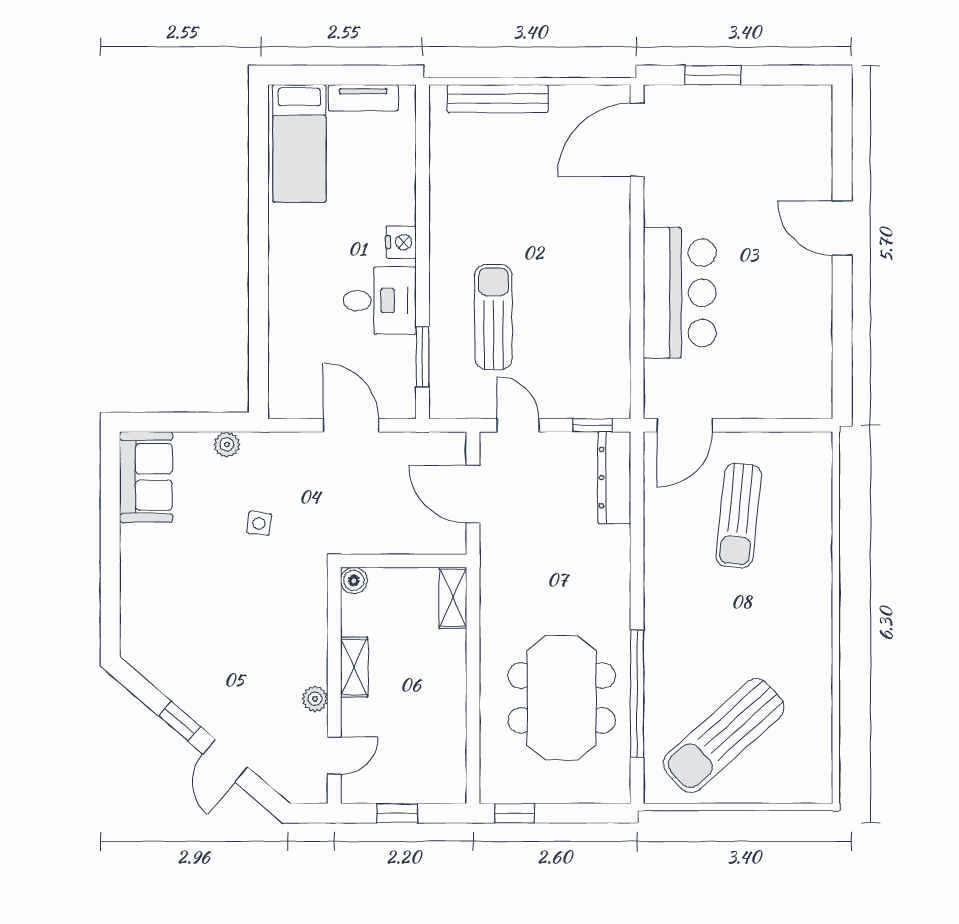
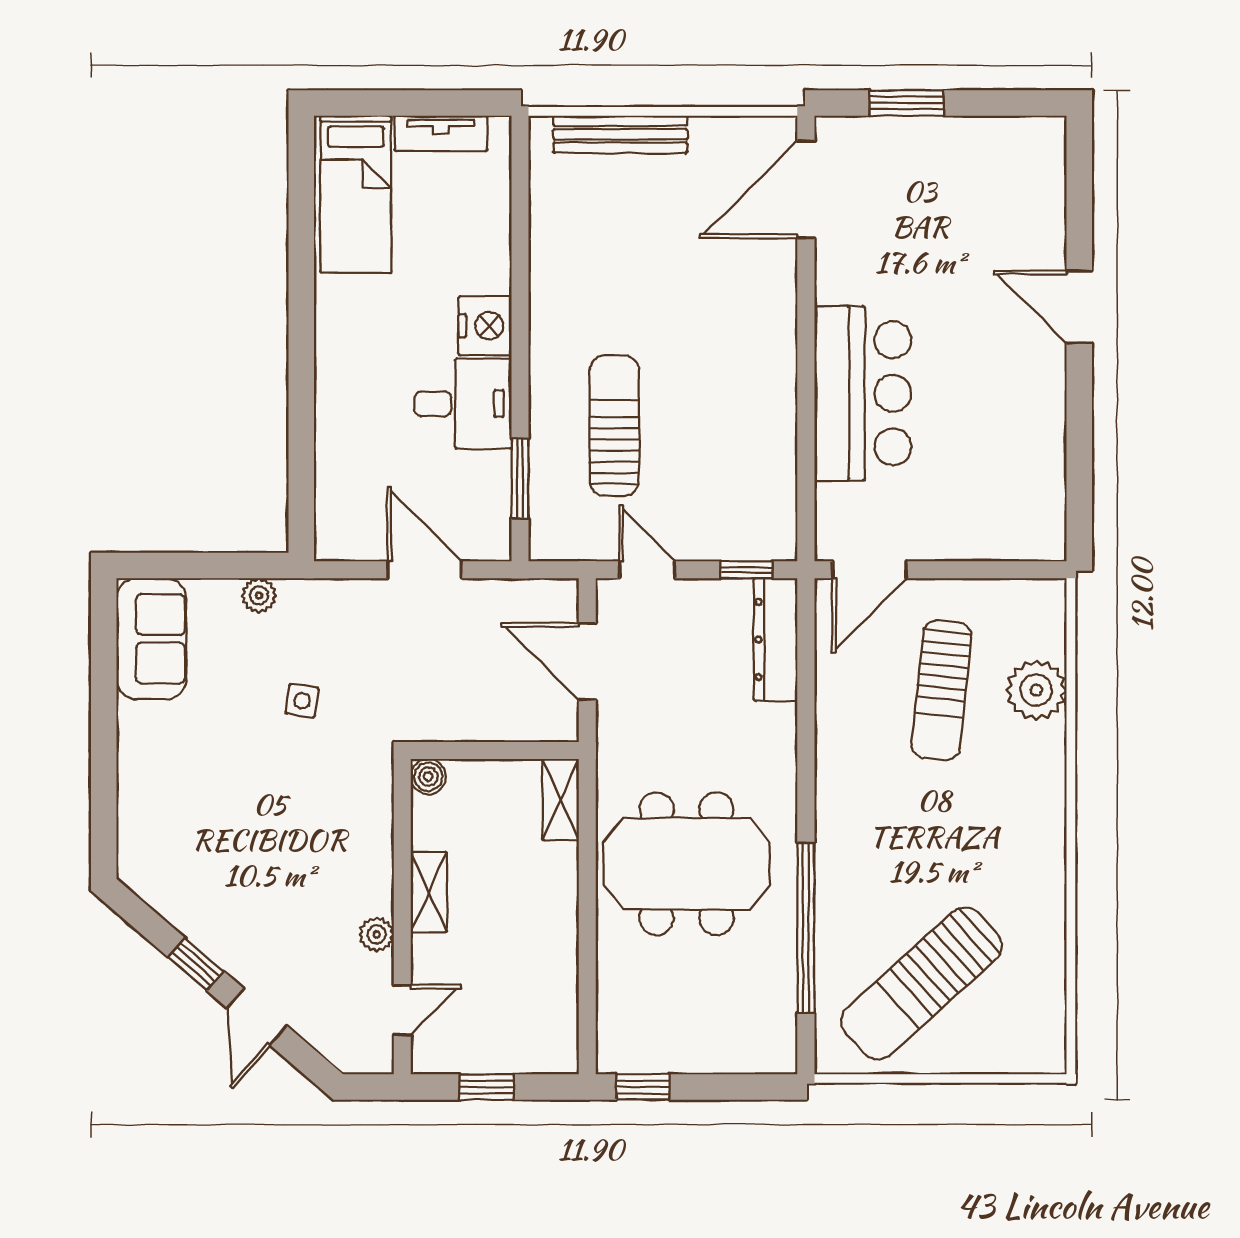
nightstand: (401, 242) -> (485, 326), width x1.36, depth x1.33
plant: (810, 516) -> (1036, 690), added
meeting table: (562, 698) -> (686, 864), moved, turned 90

